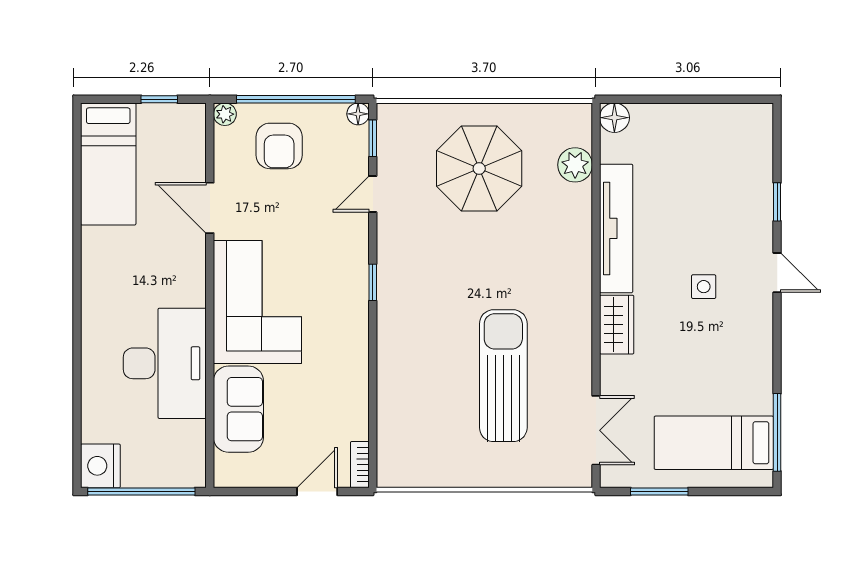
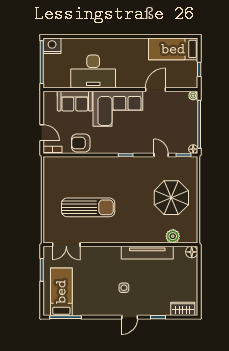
armchair: (279, 146) -> (81, 143), moved
wardrobe: (617, 325) -> (183, 309), moved, turned 180

